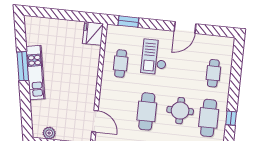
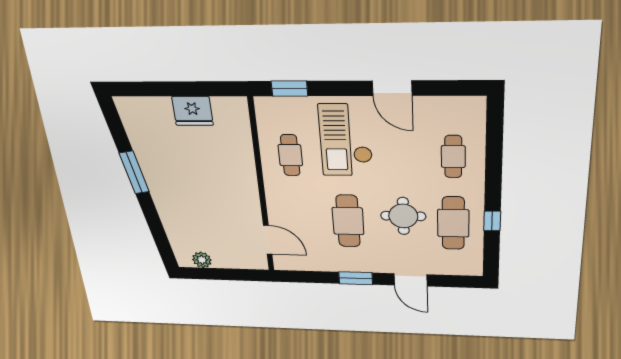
door: (185, 27) -> (392, 88), hinge flipped
fridge: (93, 34) -> (193, 111), moved, turned -90
checkout: (154, 57) -> (346, 140), width x1.36, depth x1.21
kitchen unit: (35, 73) -> (157, 180), removed

